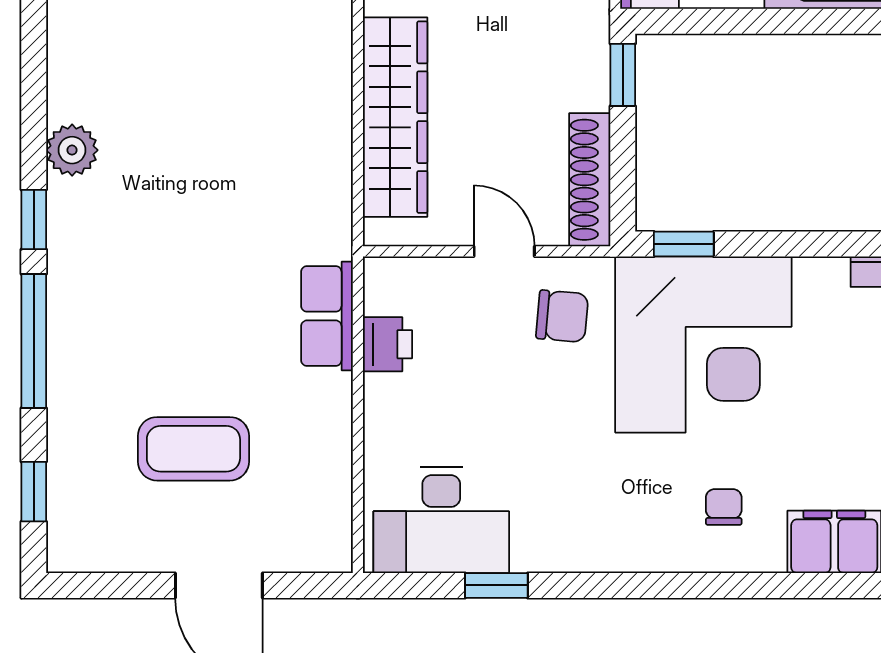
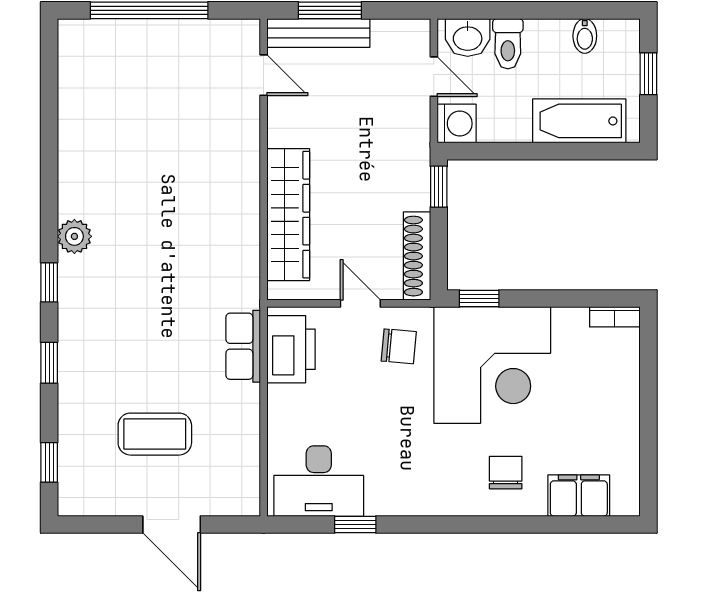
window: (34, 341) -> (49, 363), width x0.46
printer: (388, 344) -> (291, 349), width x1.87, depth x1.48
chair: (724, 507) -> (506, 473), width x1.37, depth x1.37

